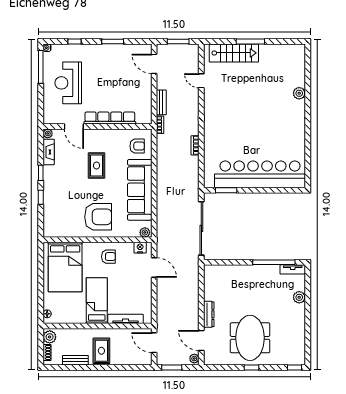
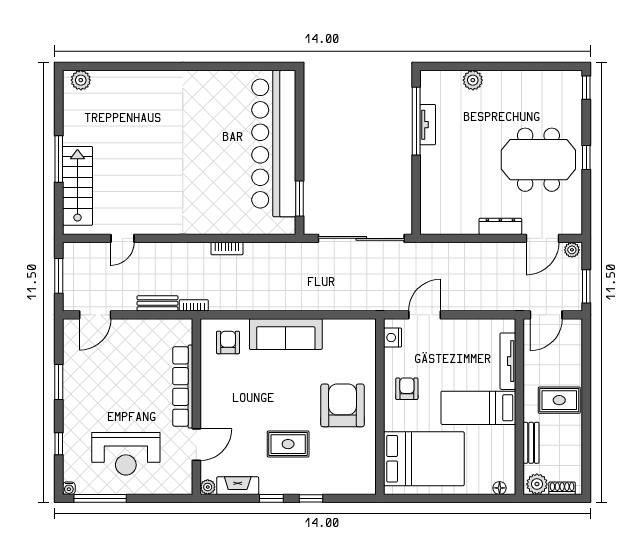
plant: (299, 93) -> (81, 80), moved
rug: (96, 166) -> (288, 444), moved
sofa: (140, 190) -> (286, 334), width x0.74, depth x0.79
plant: (145, 232) -> (368, 330), removed
tv unit: (293, 269) -> (428, 125), moved
bench: (75, 360) -> (531, 443), moved

